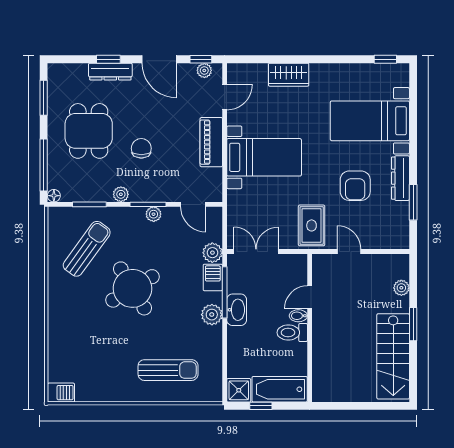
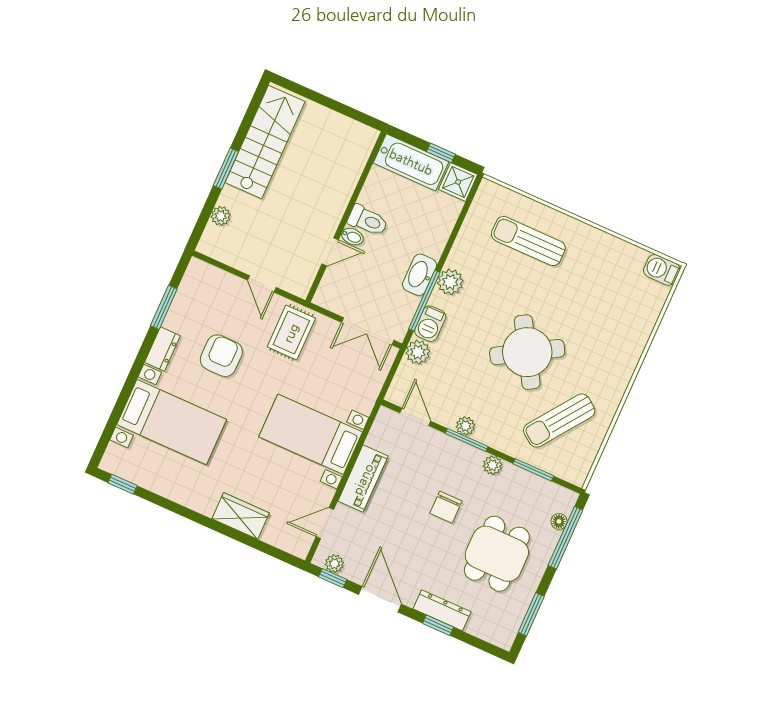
dresser: (400, 178) -> (162, 349), width x0.70
floor lamp: (54, 196) -> (559, 521), moved

